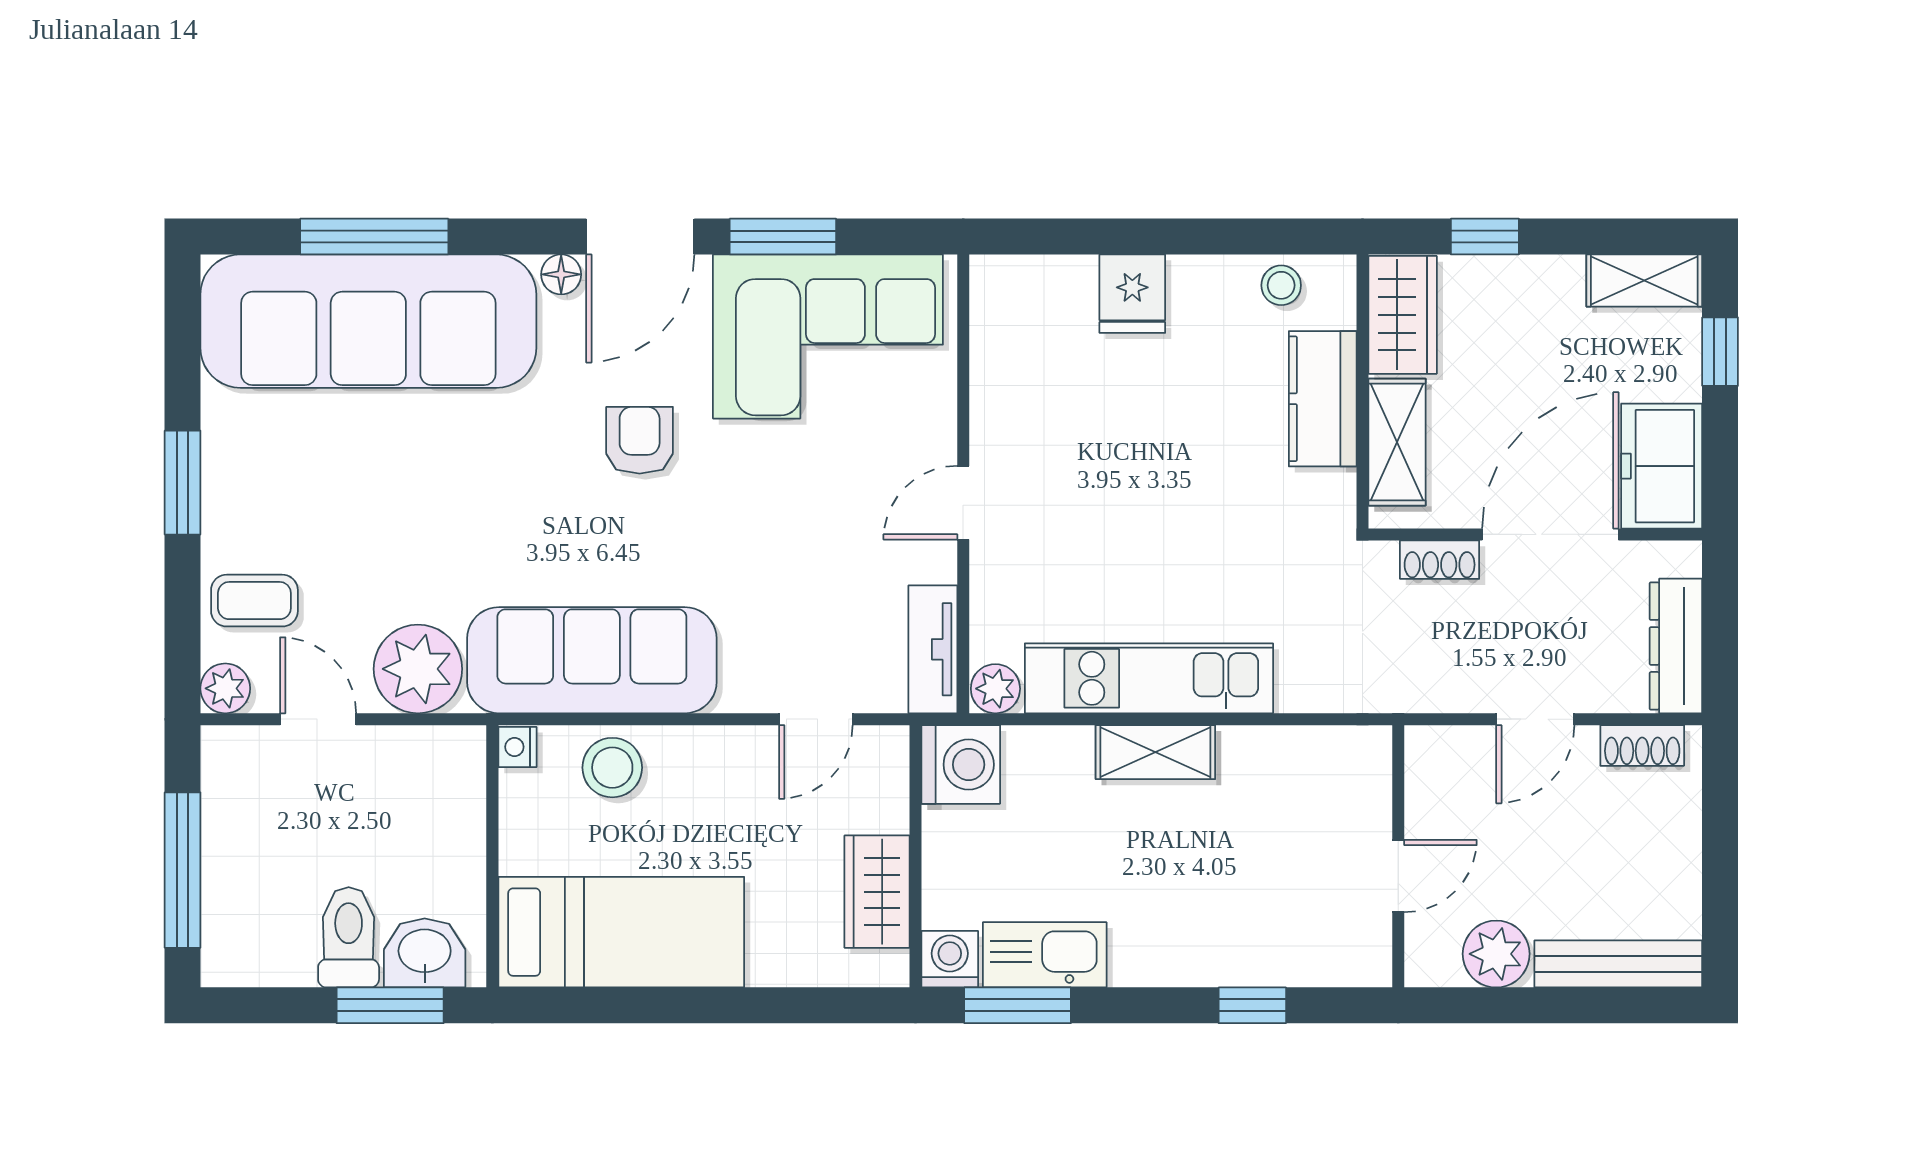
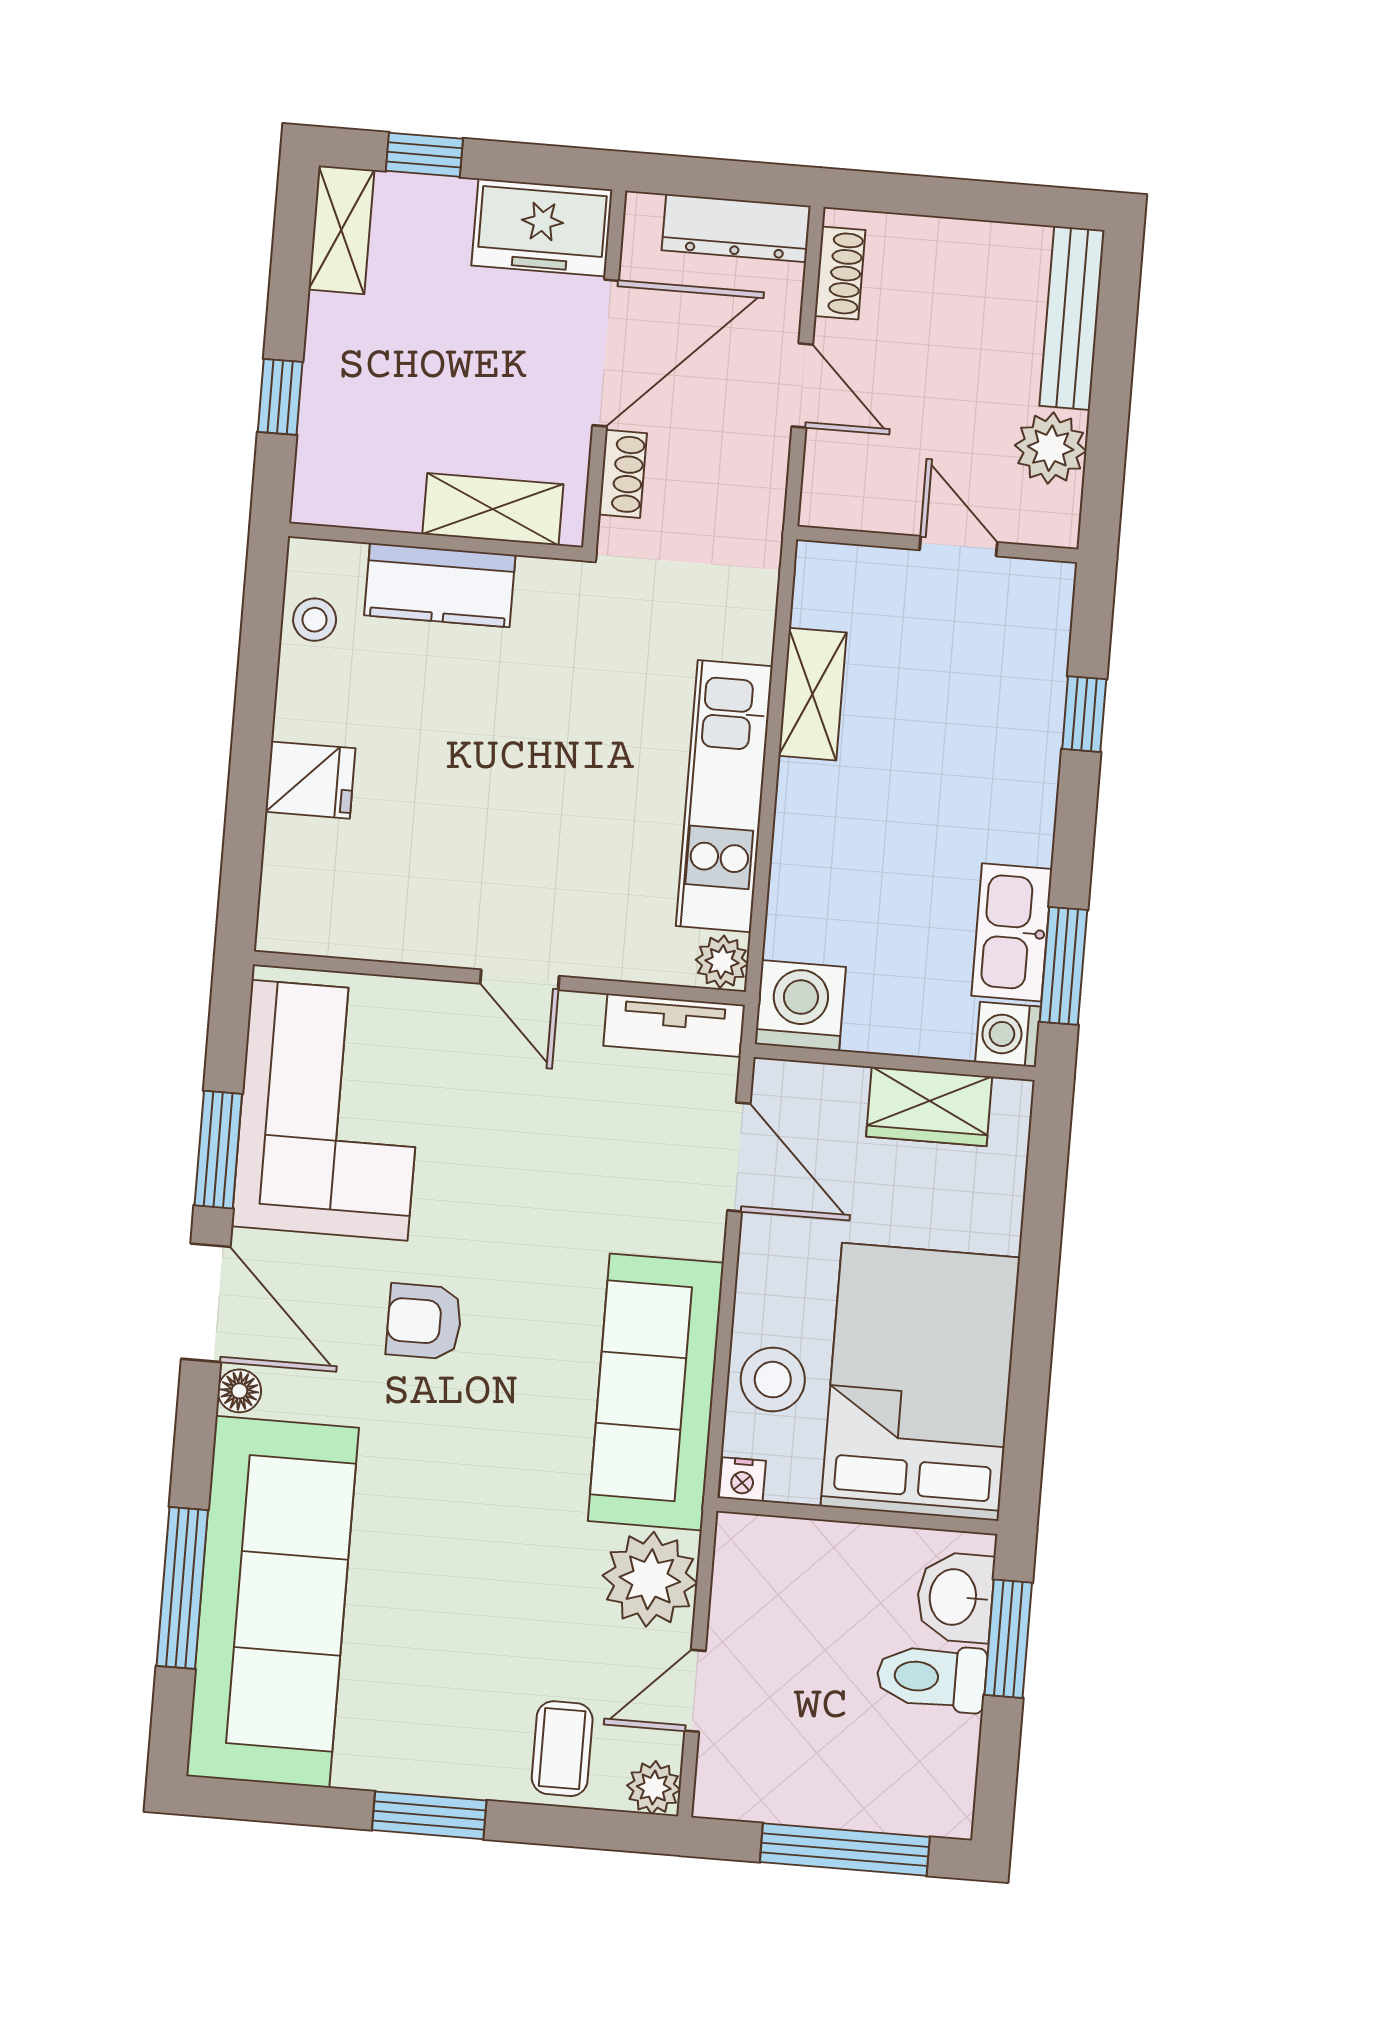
wardrobe: (1403, 315) -> (357, 492), removed
door: (1550, 534) -> (606, 353), swing flipped
door: (816, 719) -> (739, 1157), width x1.37
shelving: (1155, 752) -> (812, 694), moved
bed: (621, 932) -> (920, 1382), width x1.50

